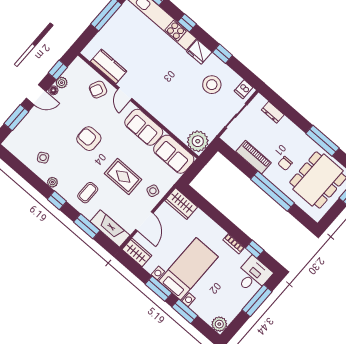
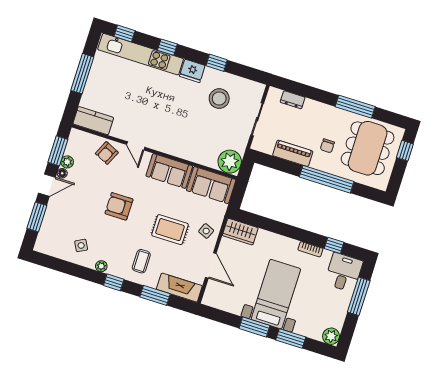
kitchen counter: (109, 66) -> (93, 121), moved
window: (58, 70) -> (58, 151), width x1.50
dishwasher: (244, 89) -> (253, 89), removed
wardrobe: (137, 252) -> (217, 300), removed

